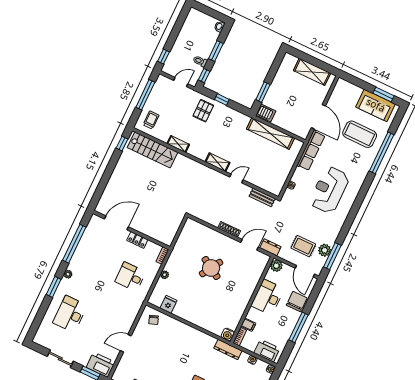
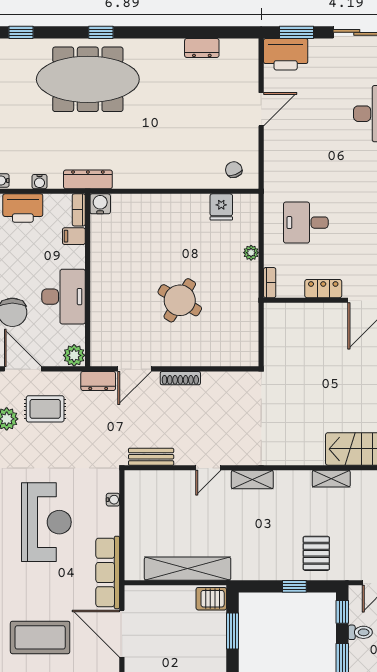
desk: (130, 277) -> (306, 223), turned 180

